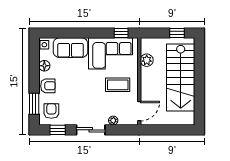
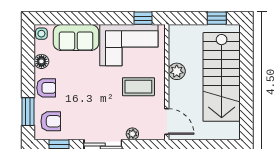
plant: (147, 60) -> (177, 71), moved
armchair: (51, 111) -> (51, 121), turned 90
door: (139, 111) -> (167, 121), hinge flipped

